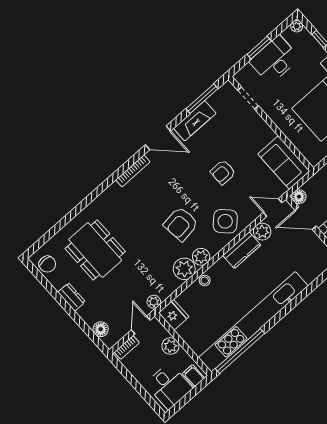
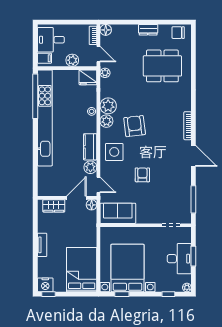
fireplace: (195, 121) -> (185, 185), removed
door: (158, 138) -> (193, 156), swing flipped
door: (273, 208) -> (98, 185), hinge flipped
side table: (225, 221) -> (114, 152), turned 45
floor lamp: (101, 329) -> (106, 30), moved

